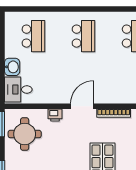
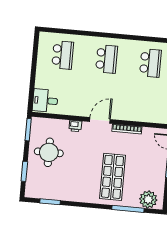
washbasin: (12, 67) -> (42, 80), removed
round table: (25, 134) -> (49, 152), moved

